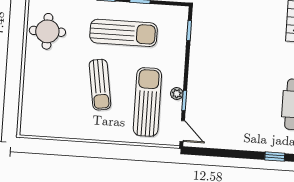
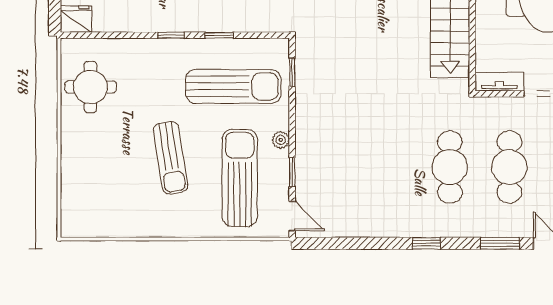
sun lounger: (124, 33) -> (233, 86), moved
plant: (177, 94) -> (281, 140), moved

